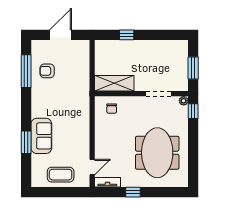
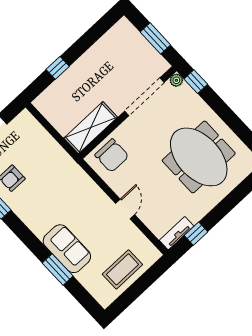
doorway: (158, 94) -> (144, 97), width x1.36
chair: (112, 109) -> (112, 156), width x1.87, depth x1.87
door: (92, 167) -> (125, 209), moved
window: (133, 192) -> (196, 234), moved

